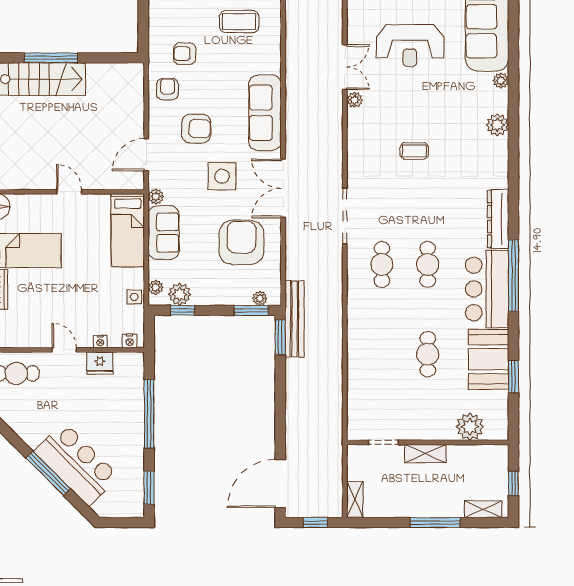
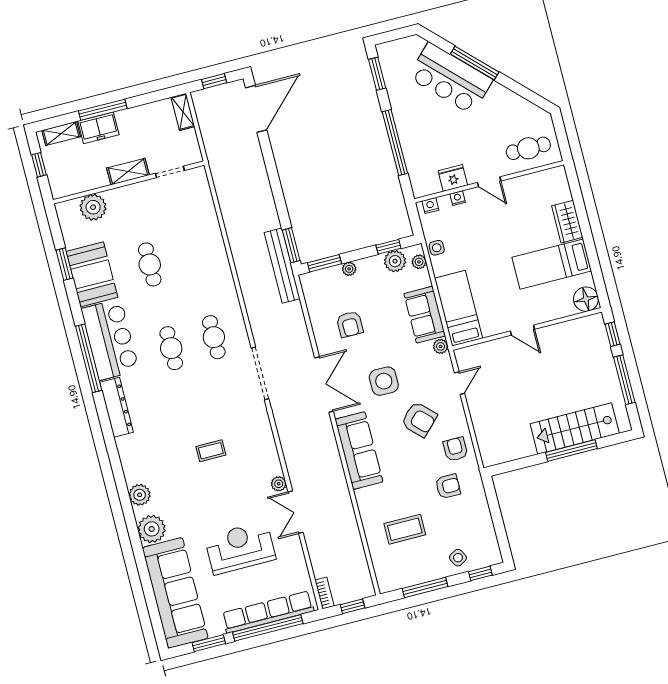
plant: (501, 81) -> (152, 529), width x1.88, depth x1.88
armchair: (167, 89) -> (455, 449), turned 180
armchair: (196, 129) -> (419, 419), turned -137
door: (146, 155) -> (460, 383), width x0.73
armchair: (242, 242) -> (350, 324), width x0.53, depth x0.53
plant: (260, 298) -> (349, 269), moved
freezer: (444, 505) -> (98, 128), added

